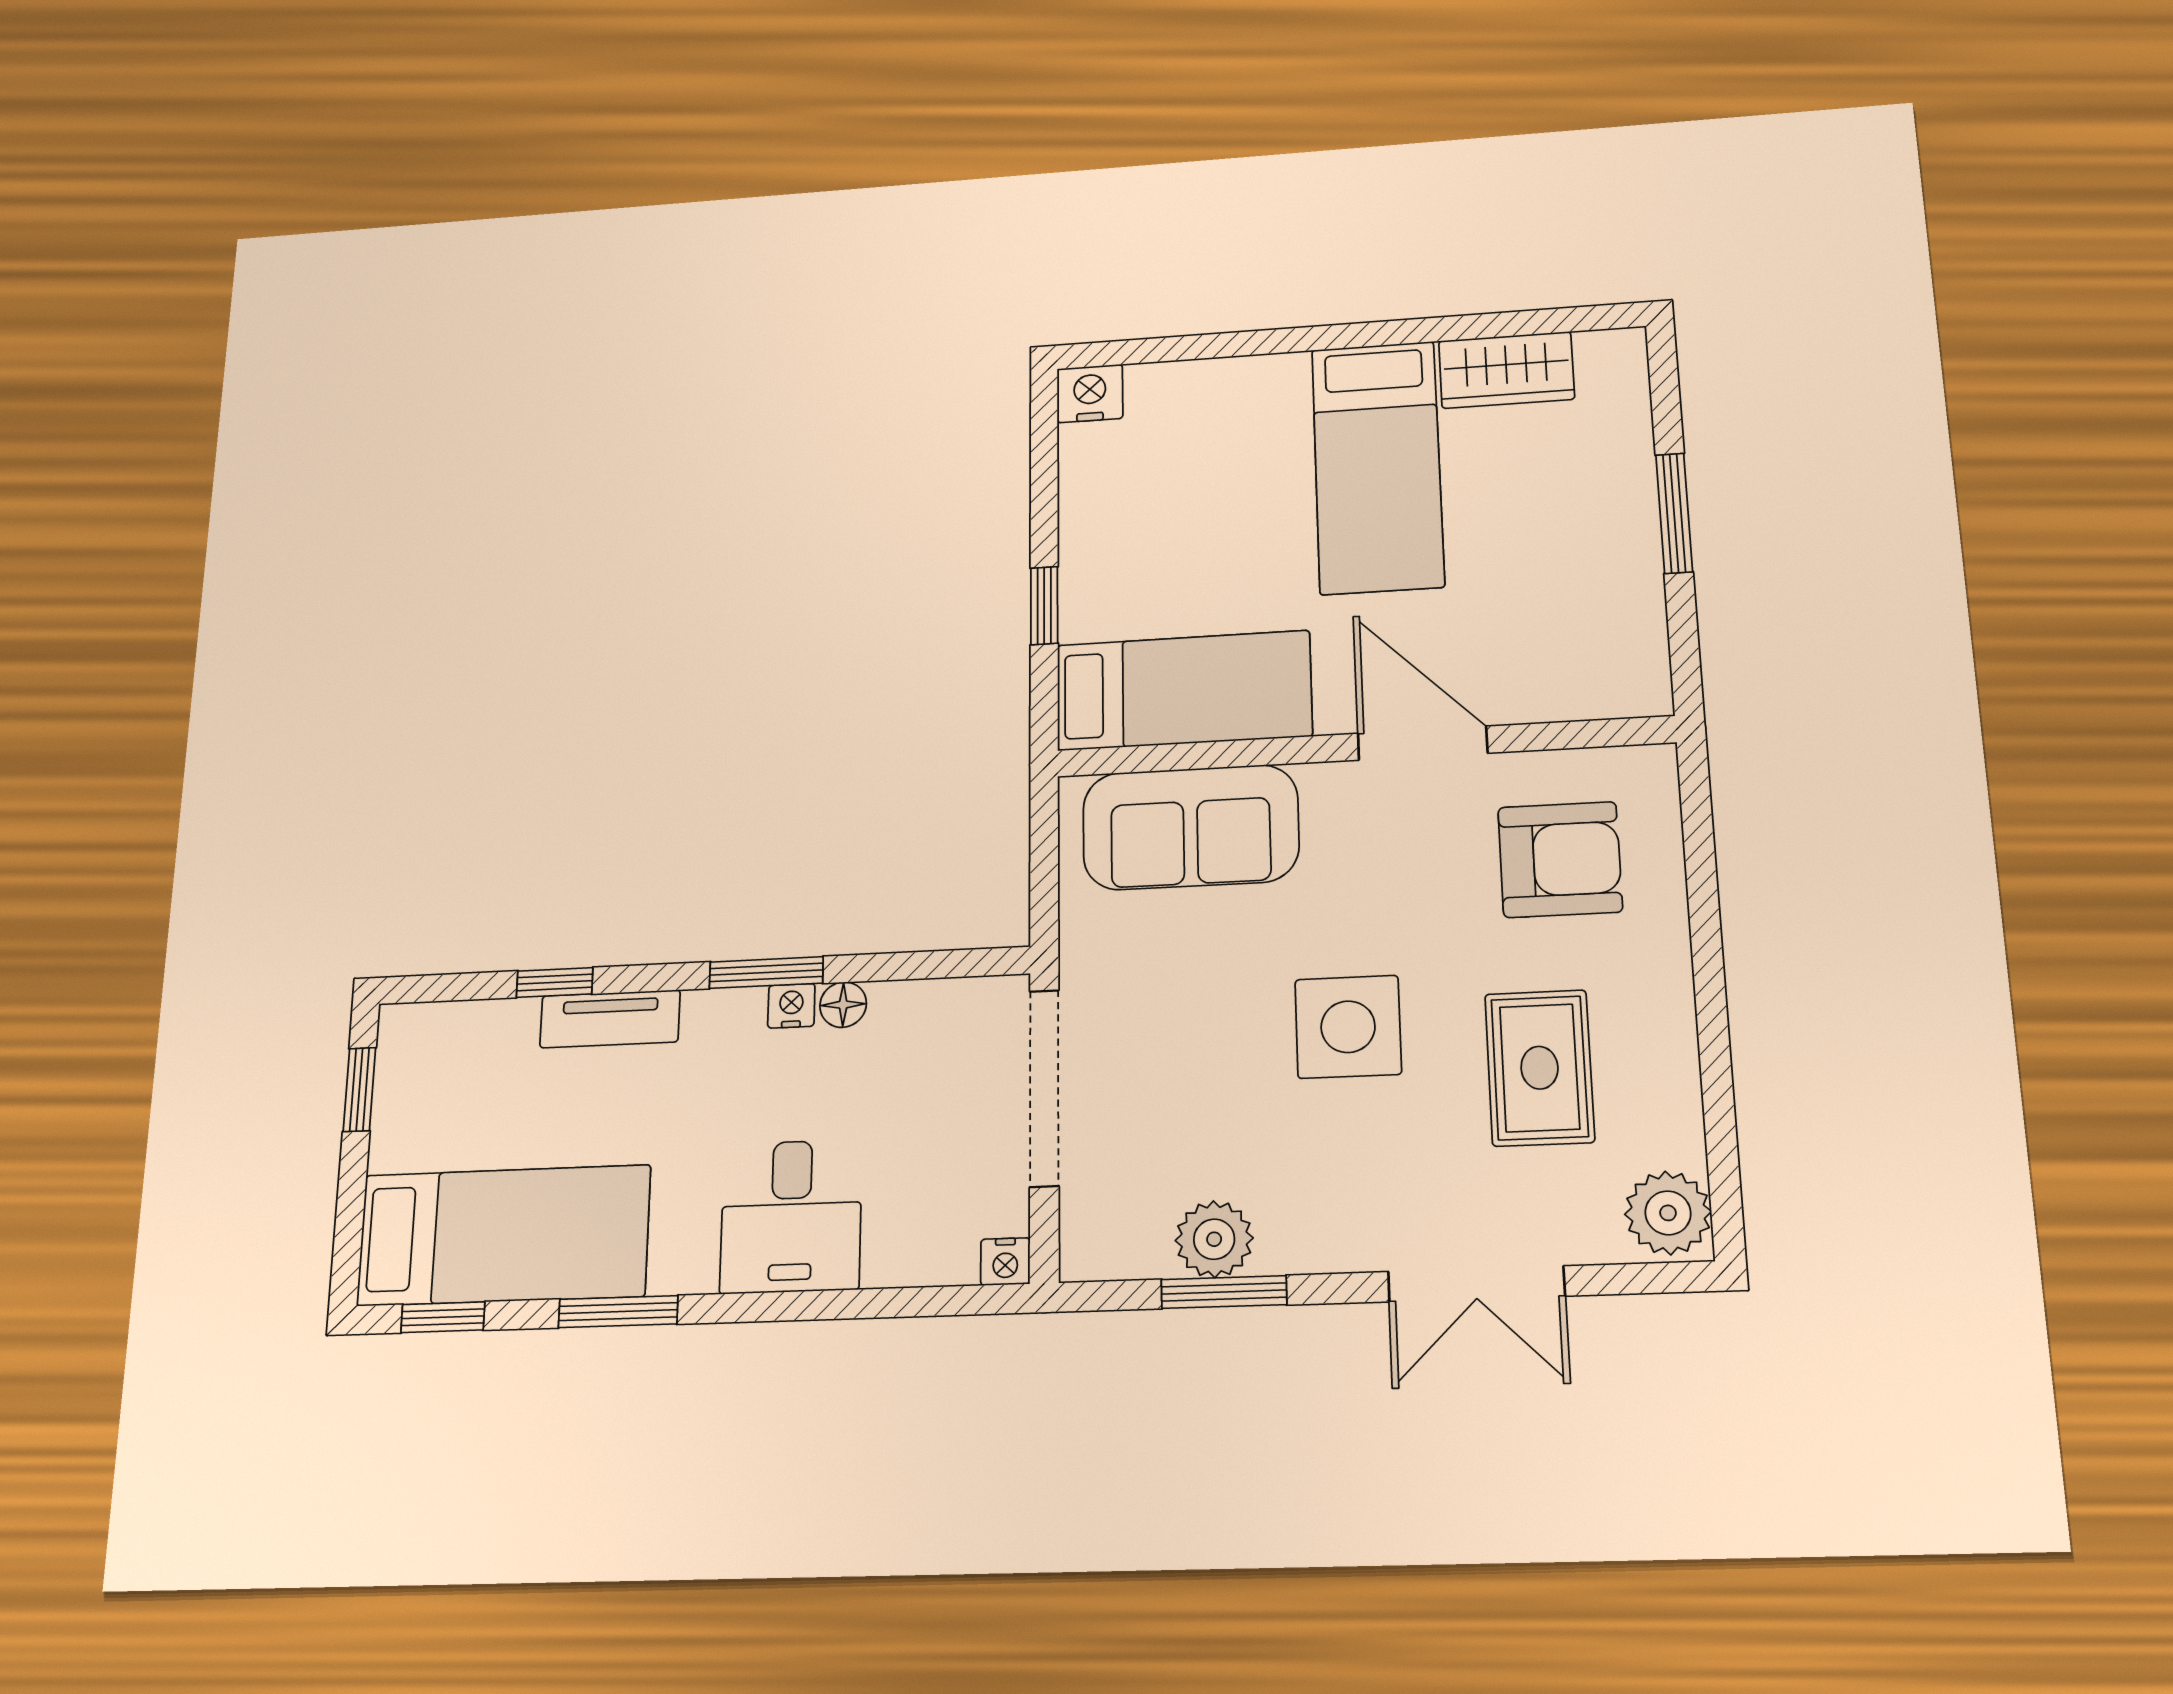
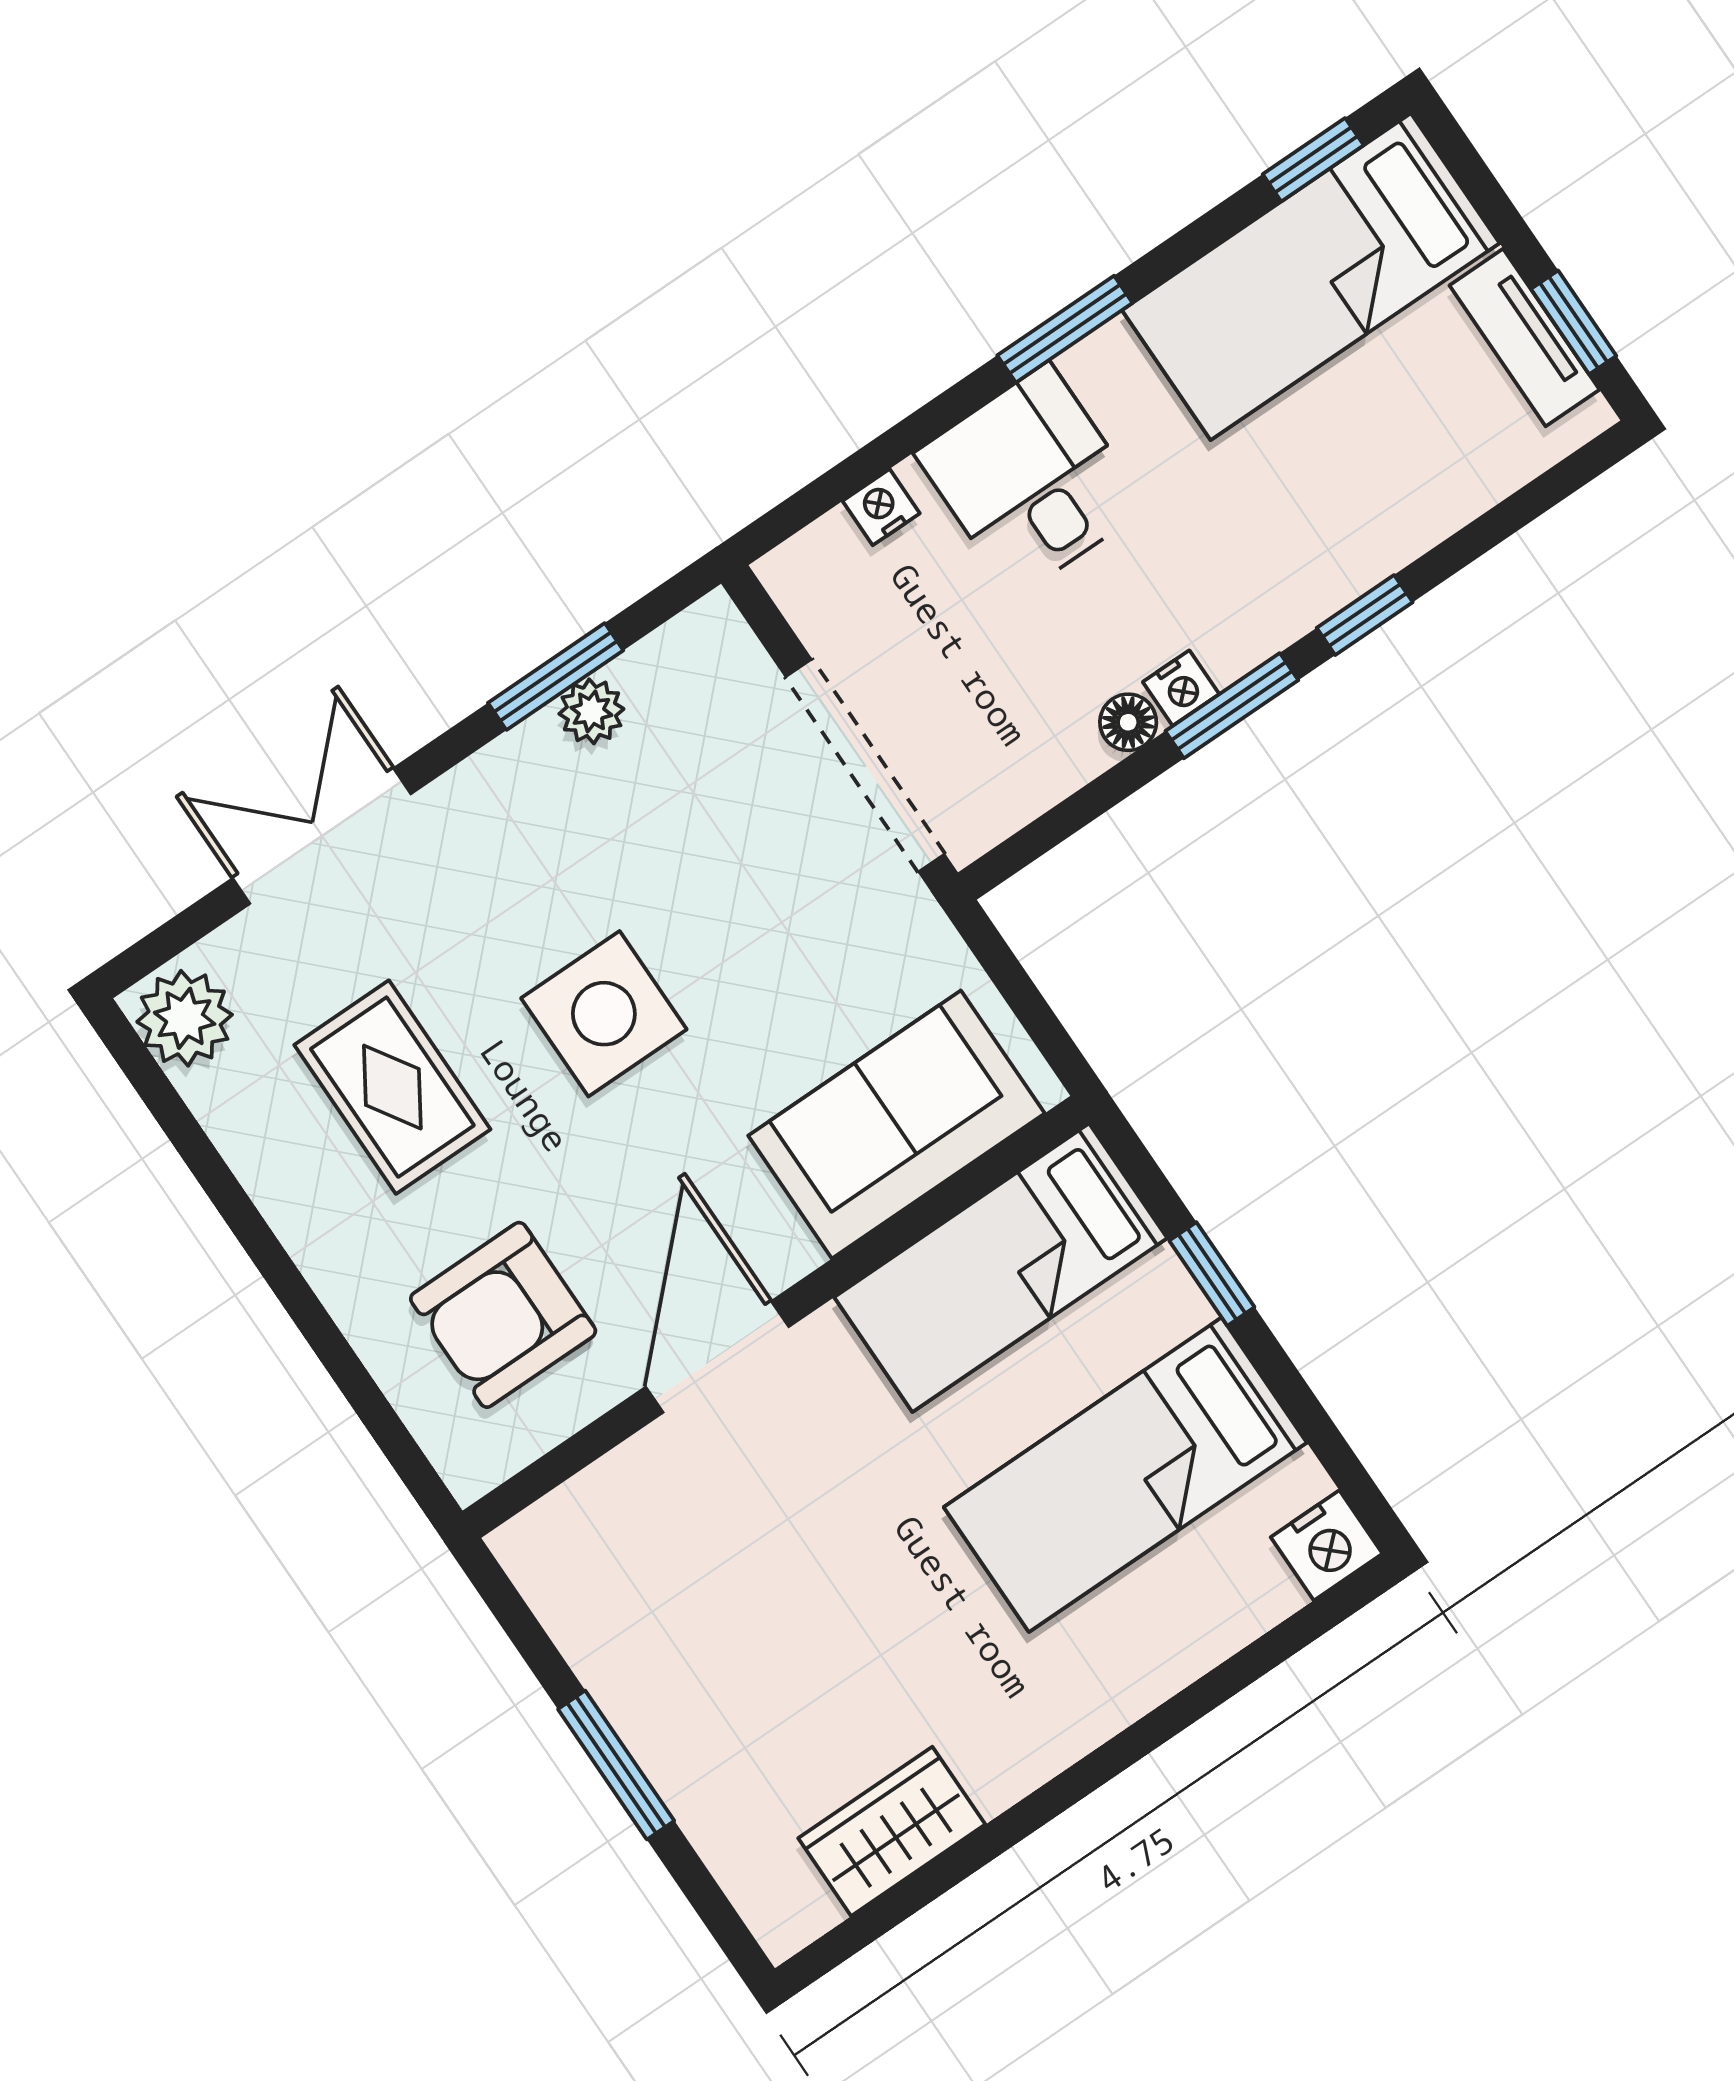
bed: (1377, 467) -> (1125, 1475), moved, turned -90
door: (1423, 743) -> (717, 1357), swing flipped
window: (555, 982) -> (1365, 615), moved
tv unit: (610, 1019) -> (1524, 338), moved, turned -90
plant: (1214, 1239) -> (591, 711), width x0.73, depth x0.73
nightstand: (1005, 1262) -> (881, 507), moved
window: (618, 1312) -> (1065, 329), moved

